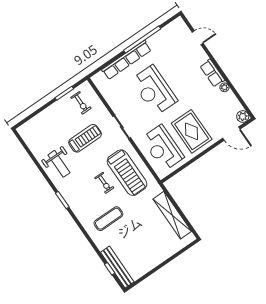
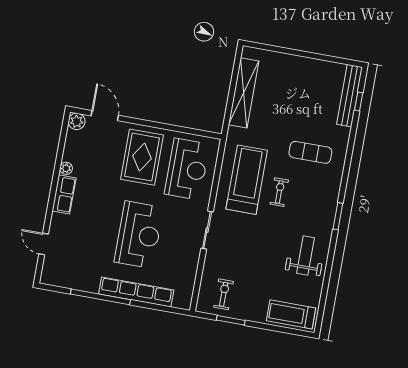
treadmill: (85, 138) -> (291, 314), moved

